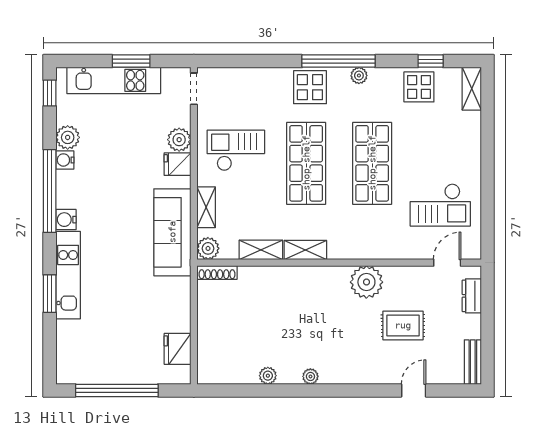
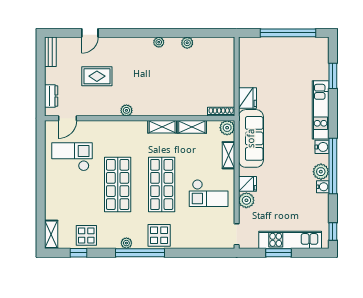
plant: (68, 137) -> (321, 172), moved
plant: (366, 282) -> (126, 110), width x0.53, depth x0.53
window: (50, 294) -> (333, 76), moved
fridge: (177, 349) -> (248, 98), moved

